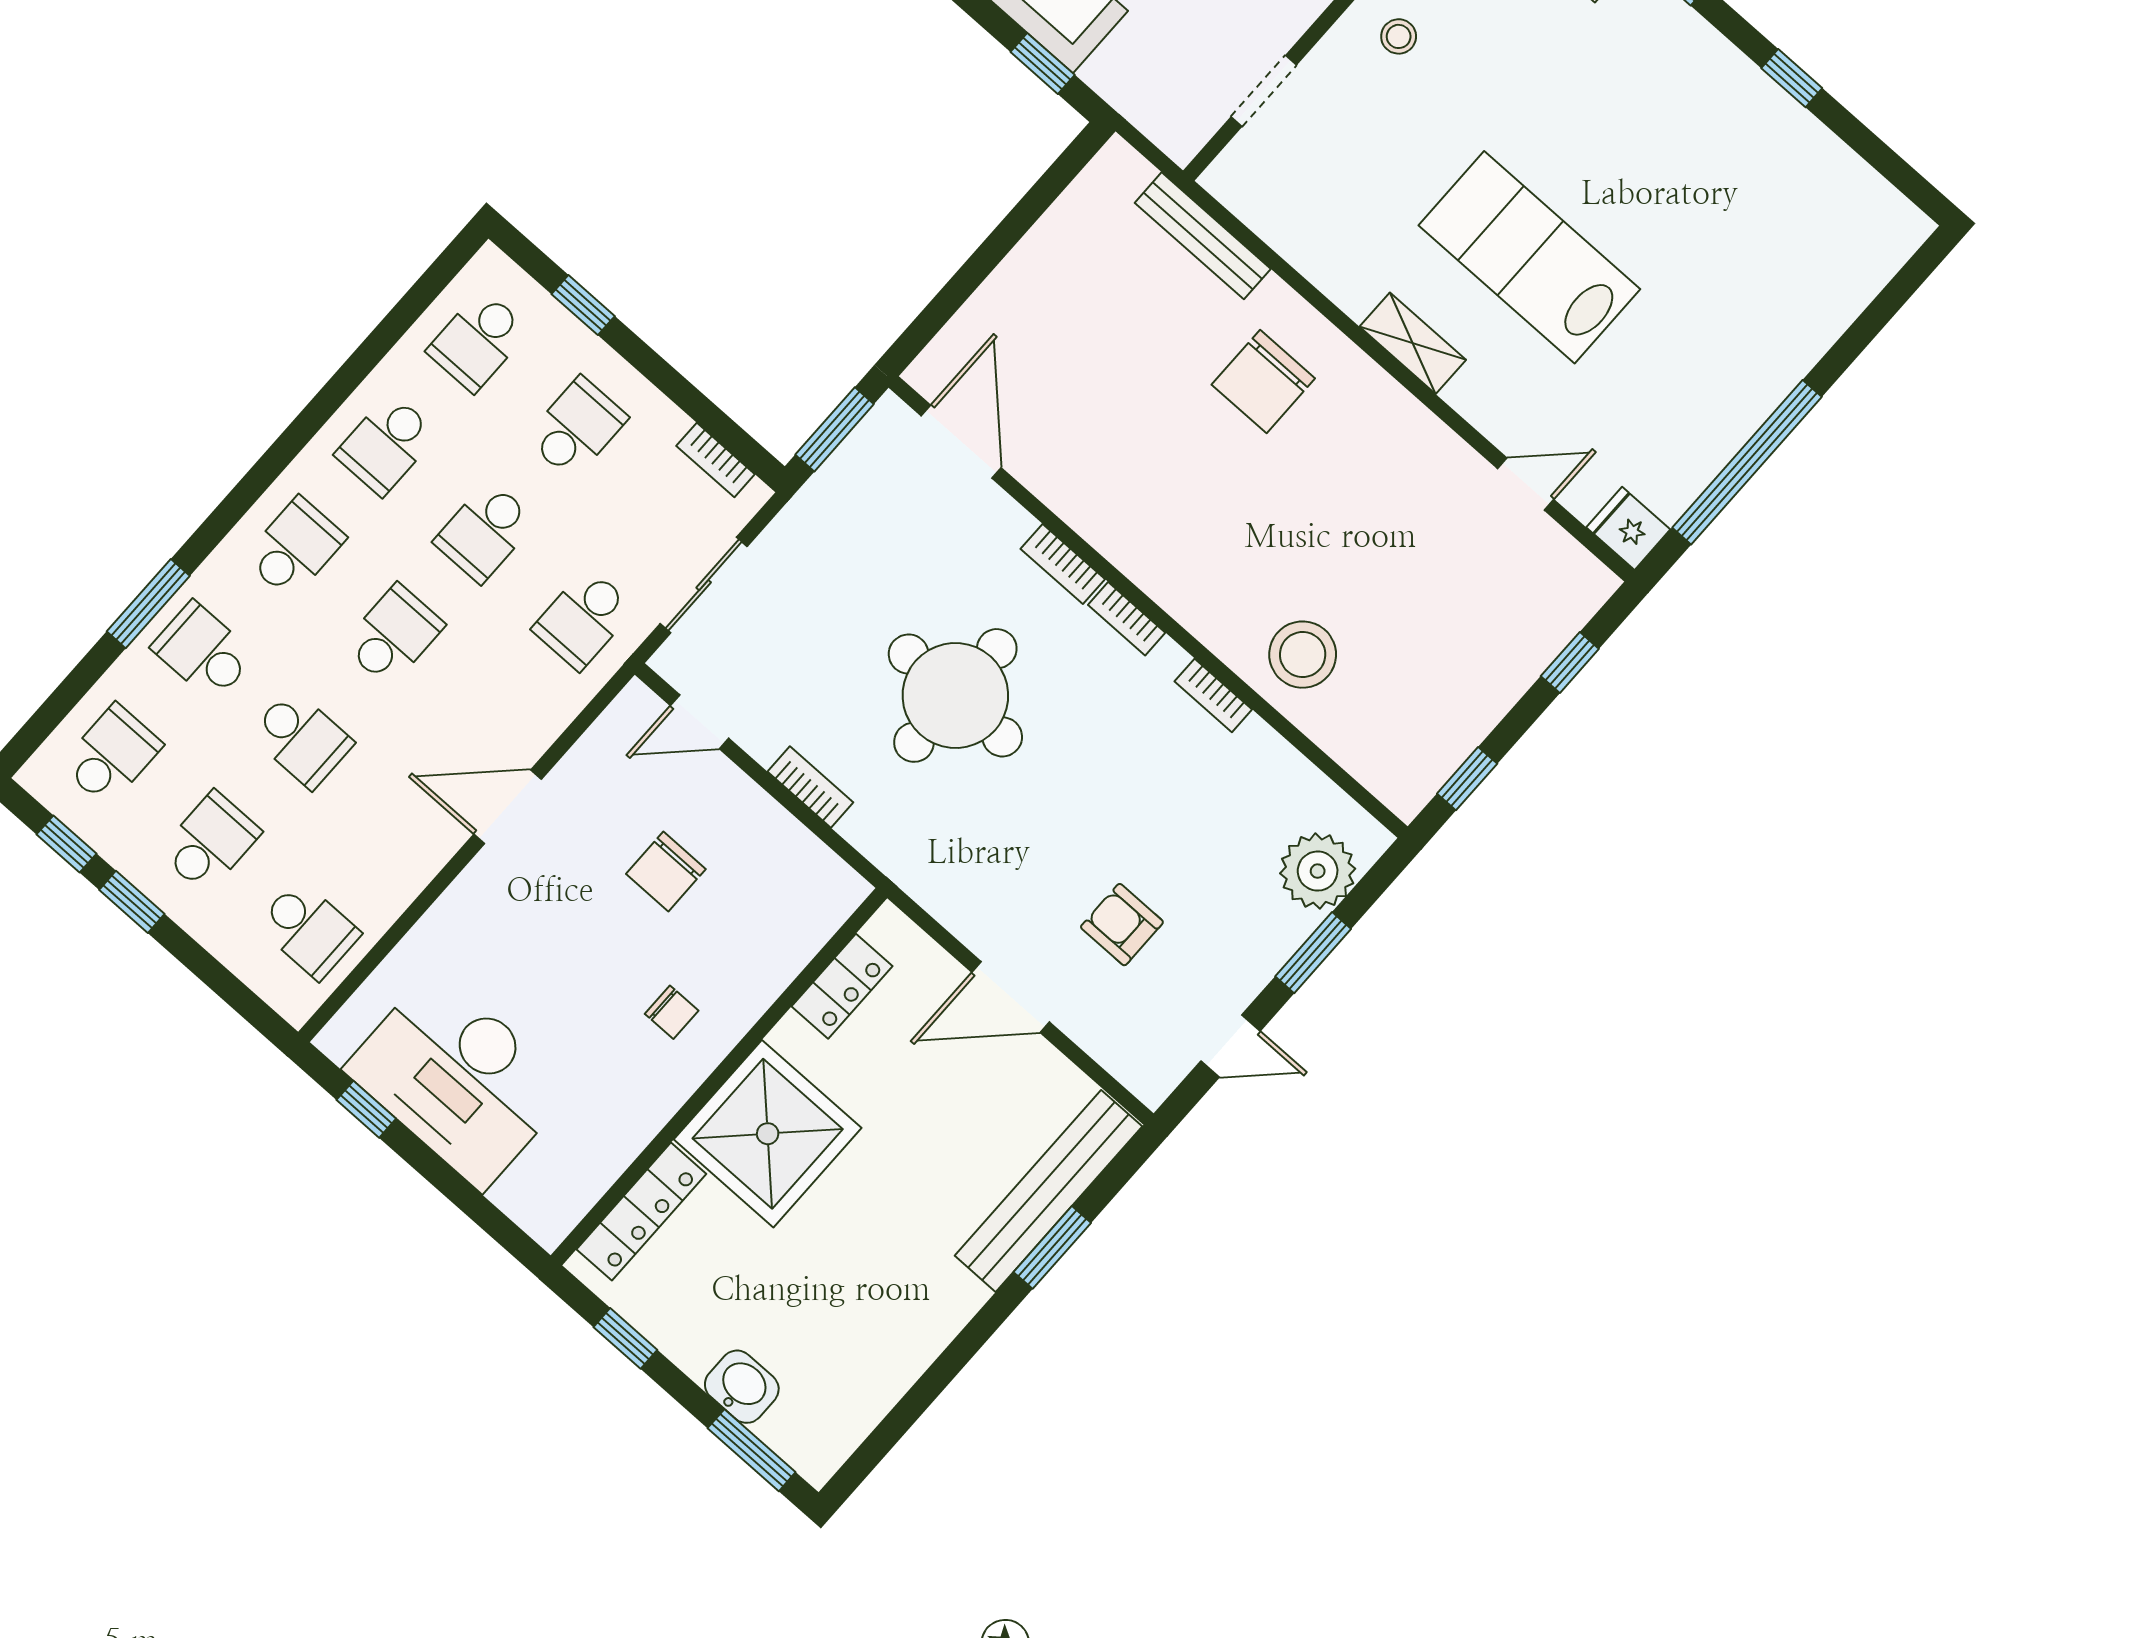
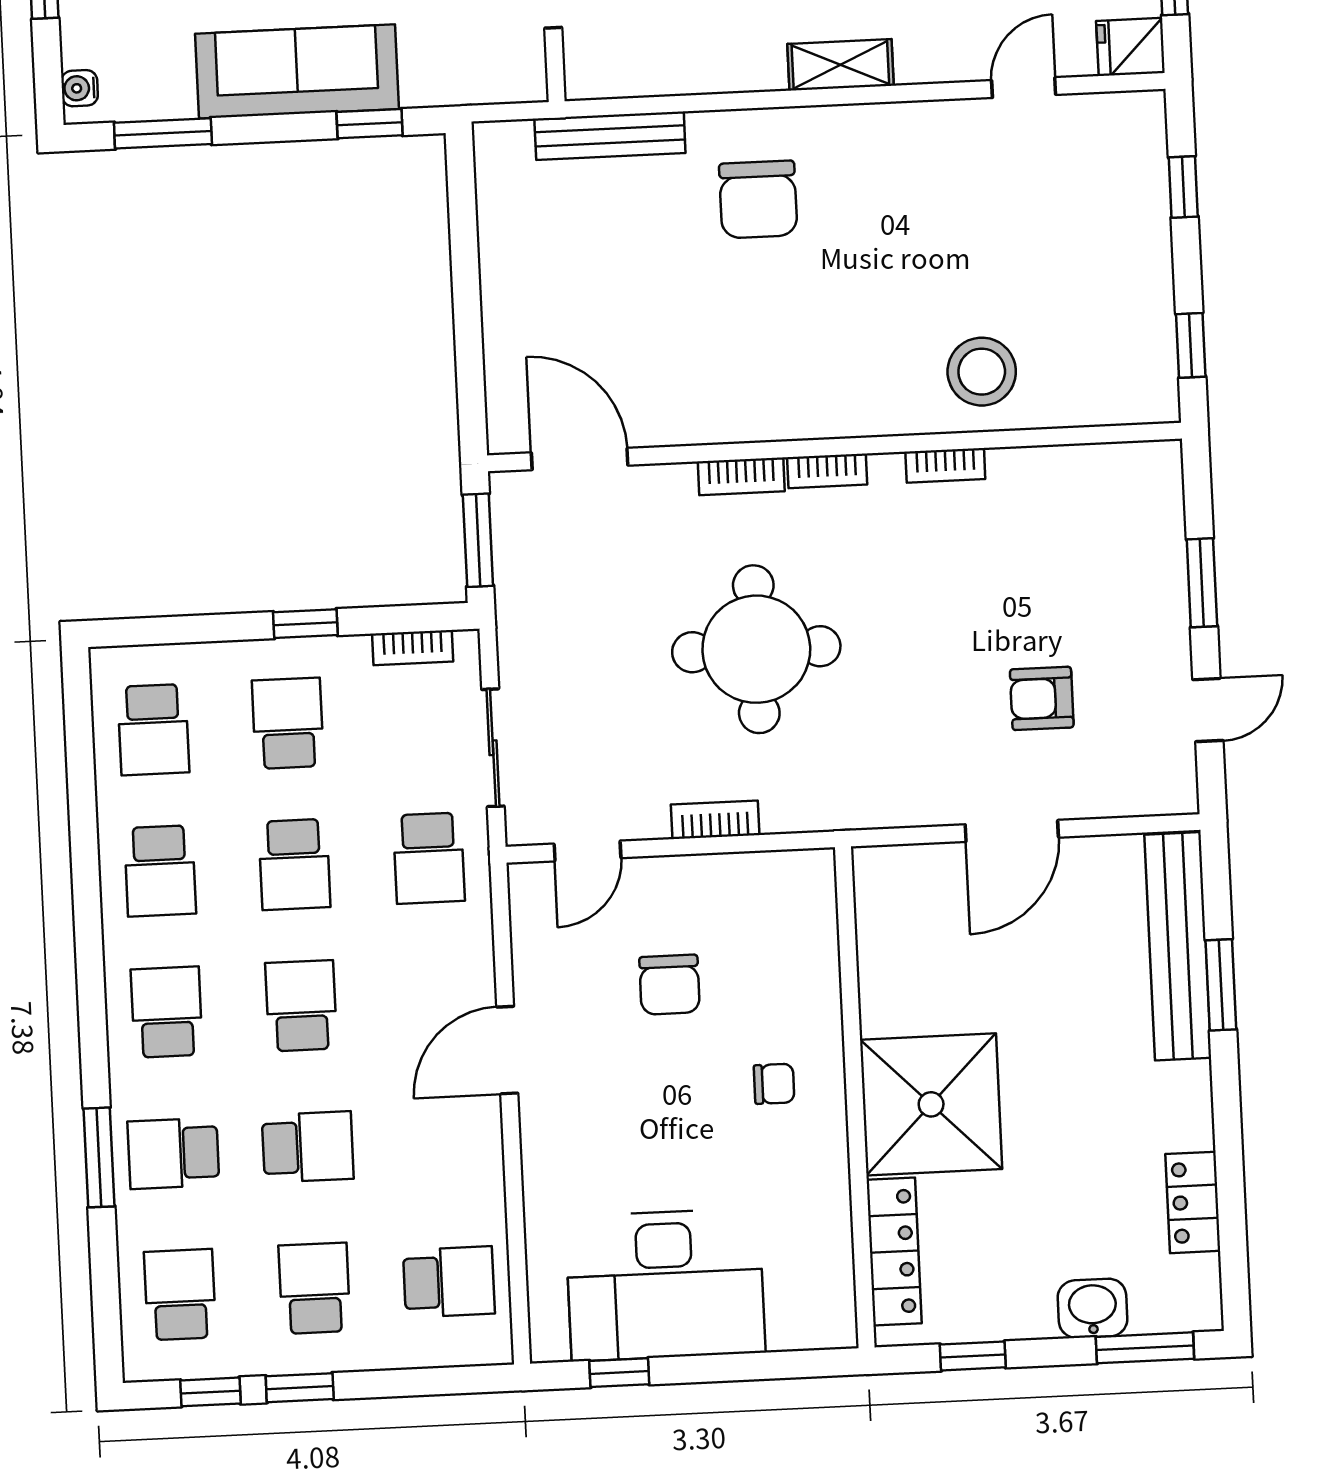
window: (583, 305) -> (305, 624), moved
plant: (1318, 871) -> (1147, 520), removed
locker: (842, 986) -> (1193, 1202), moved, turned 180

